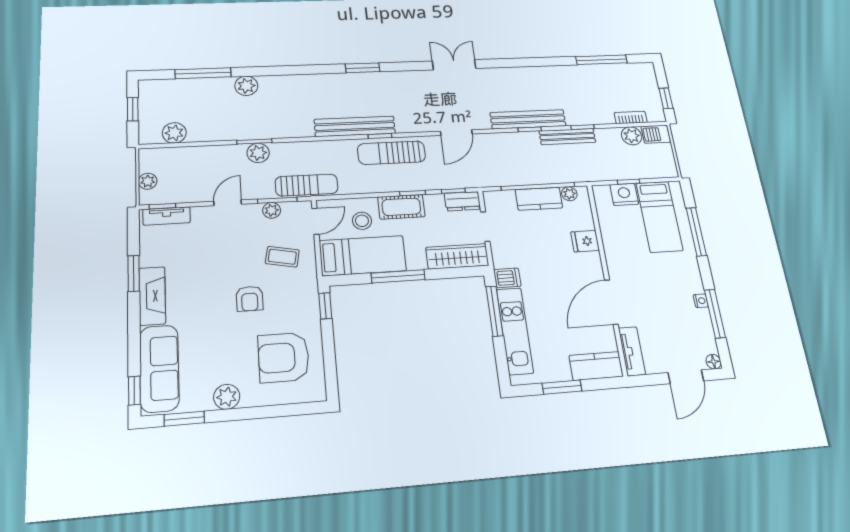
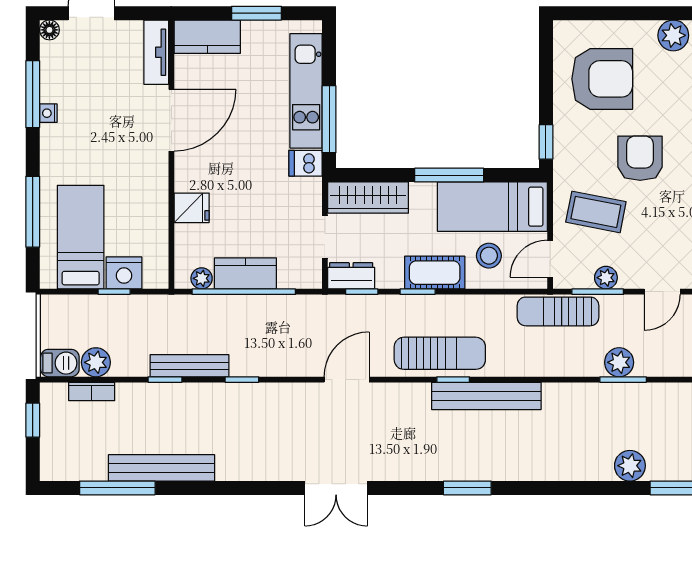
bench: (528, 119) -> (162, 468), moved
coffee table: (282, 257) -> (596, 212), width x1.36, depth x1.30
armchair: (250, 299) -> (640, 158), width x1.38, depth x1.38

